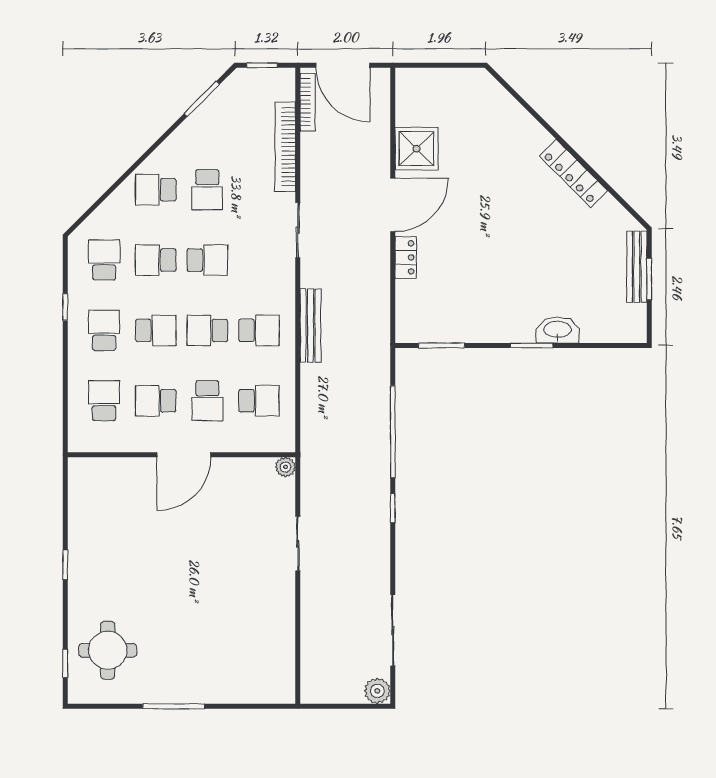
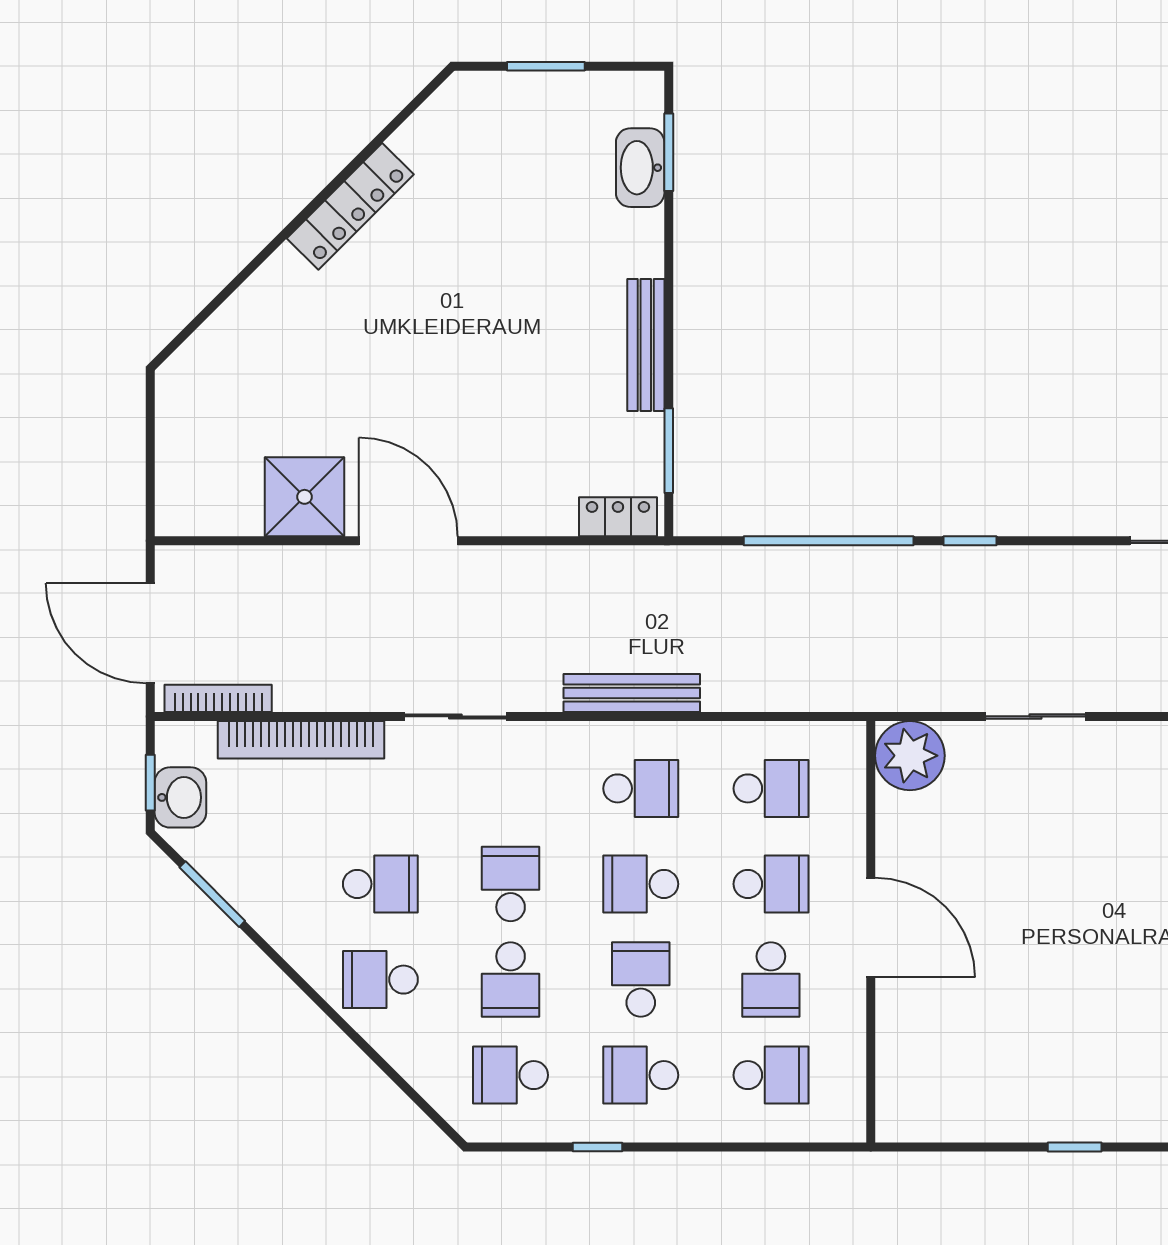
door: (343, 65) -> (150, 633), swing flipped
washbasin: (254, 82) -> (180, 797), added
school desk: (156, 190) -> (380, 980), turned 90
locker: (406, 257) -> (618, 517), moved
bench: (637, 267) -> (646, 345), moved, turned 90
school desk: (207, 330) -> (641, 884), turned 90
school desk: (259, 330) -> (641, 788), turned 90
washbasin: (558, 330) -> (640, 168), moved
window: (532, 345) -> (669, 152), moved
school desk: (104, 401) -> (771, 1075), turned 180
school desk: (259, 401) -> (771, 788), turned 90
plant: (285, 467) -> (910, 756), width x1.88, depth x1.88

